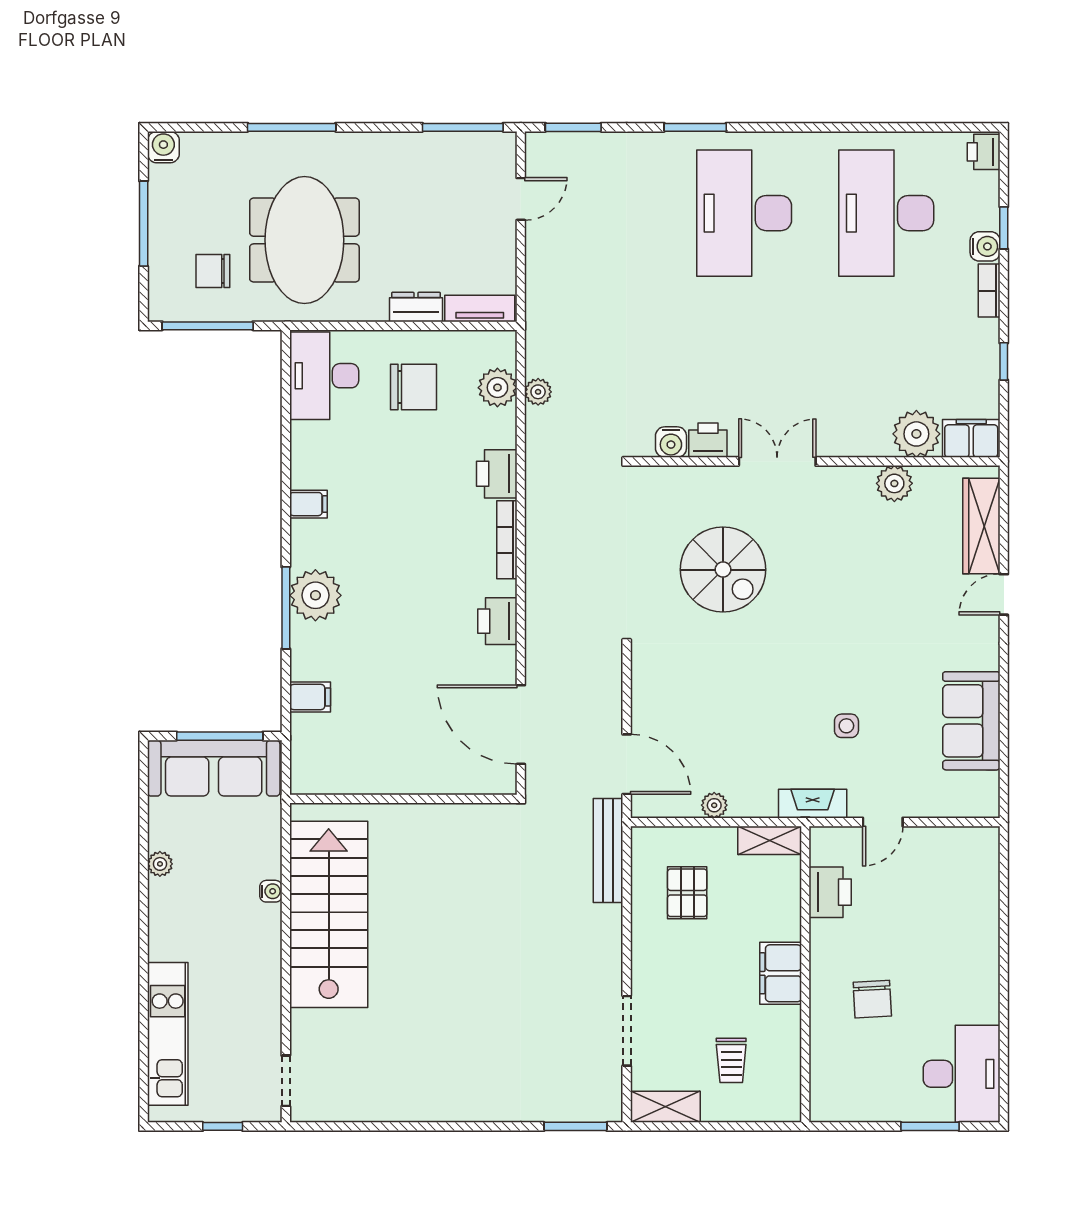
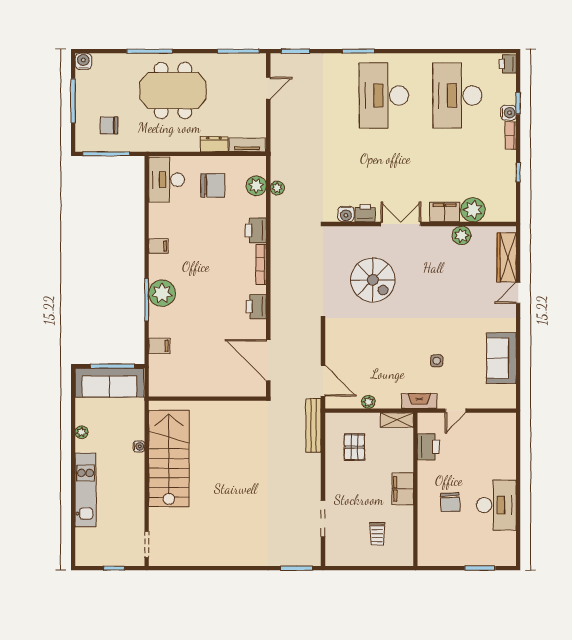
meeting table: (304, 240) -> (173, 90), moved, turned 90
filing cabinet: (971, 438) -> (445, 212), moved
kitchen unit: (168, 1034) -> (86, 490), moved
desk: (962, 1074) -> (496, 505), moved
shelving: (665, 1107) -> (343, 558), removed

